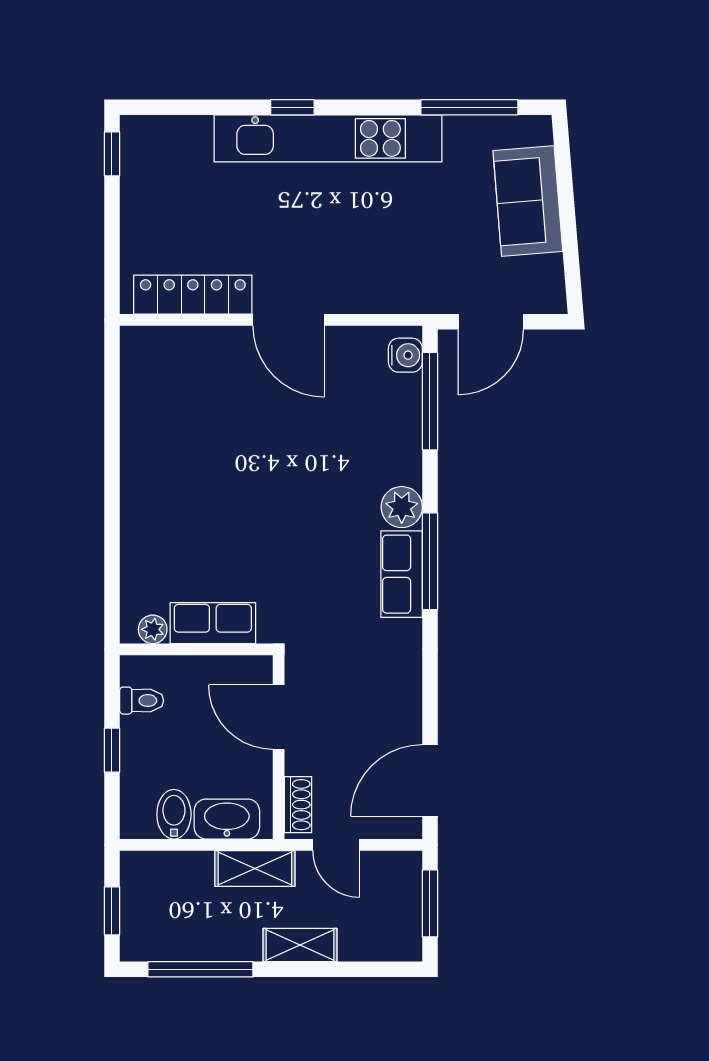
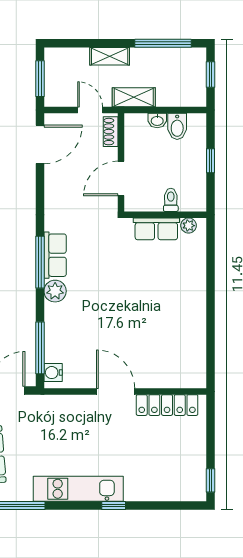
kitchen unit: (328, 138) -> (78, 489), width x0.73
toilet: (142, 701) -> (171, 200), moved, turned 90
door: (279, 717) -> (121, 178), swing flipped
washbasin: (227, 819) -> (157, 120), width x0.52, depth x0.69

